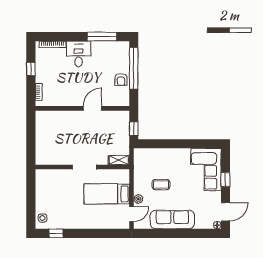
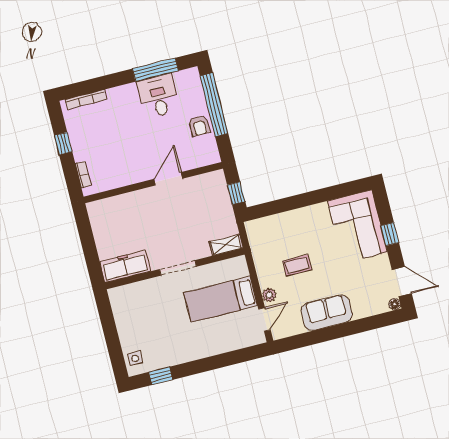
desk: (79, 54) -> (158, 96), moved
freezer: (51, 158) -> (125, 267), added
door: (225, 212) -> (402, 282), hinge flipped
sofa: (172, 220) -> (327, 313), width x0.73

